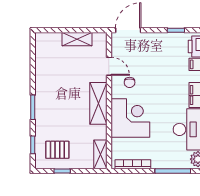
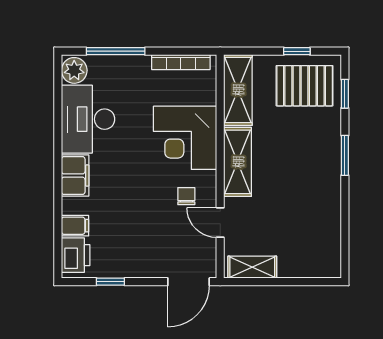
shelving: (77, 39) -> (252, 267), moved
pallet: (57, 150) -> (305, 86), width x1.50, depth x1.42
shelving: (100, 154) -> (238, 90), width x1.50, depth x1.33

